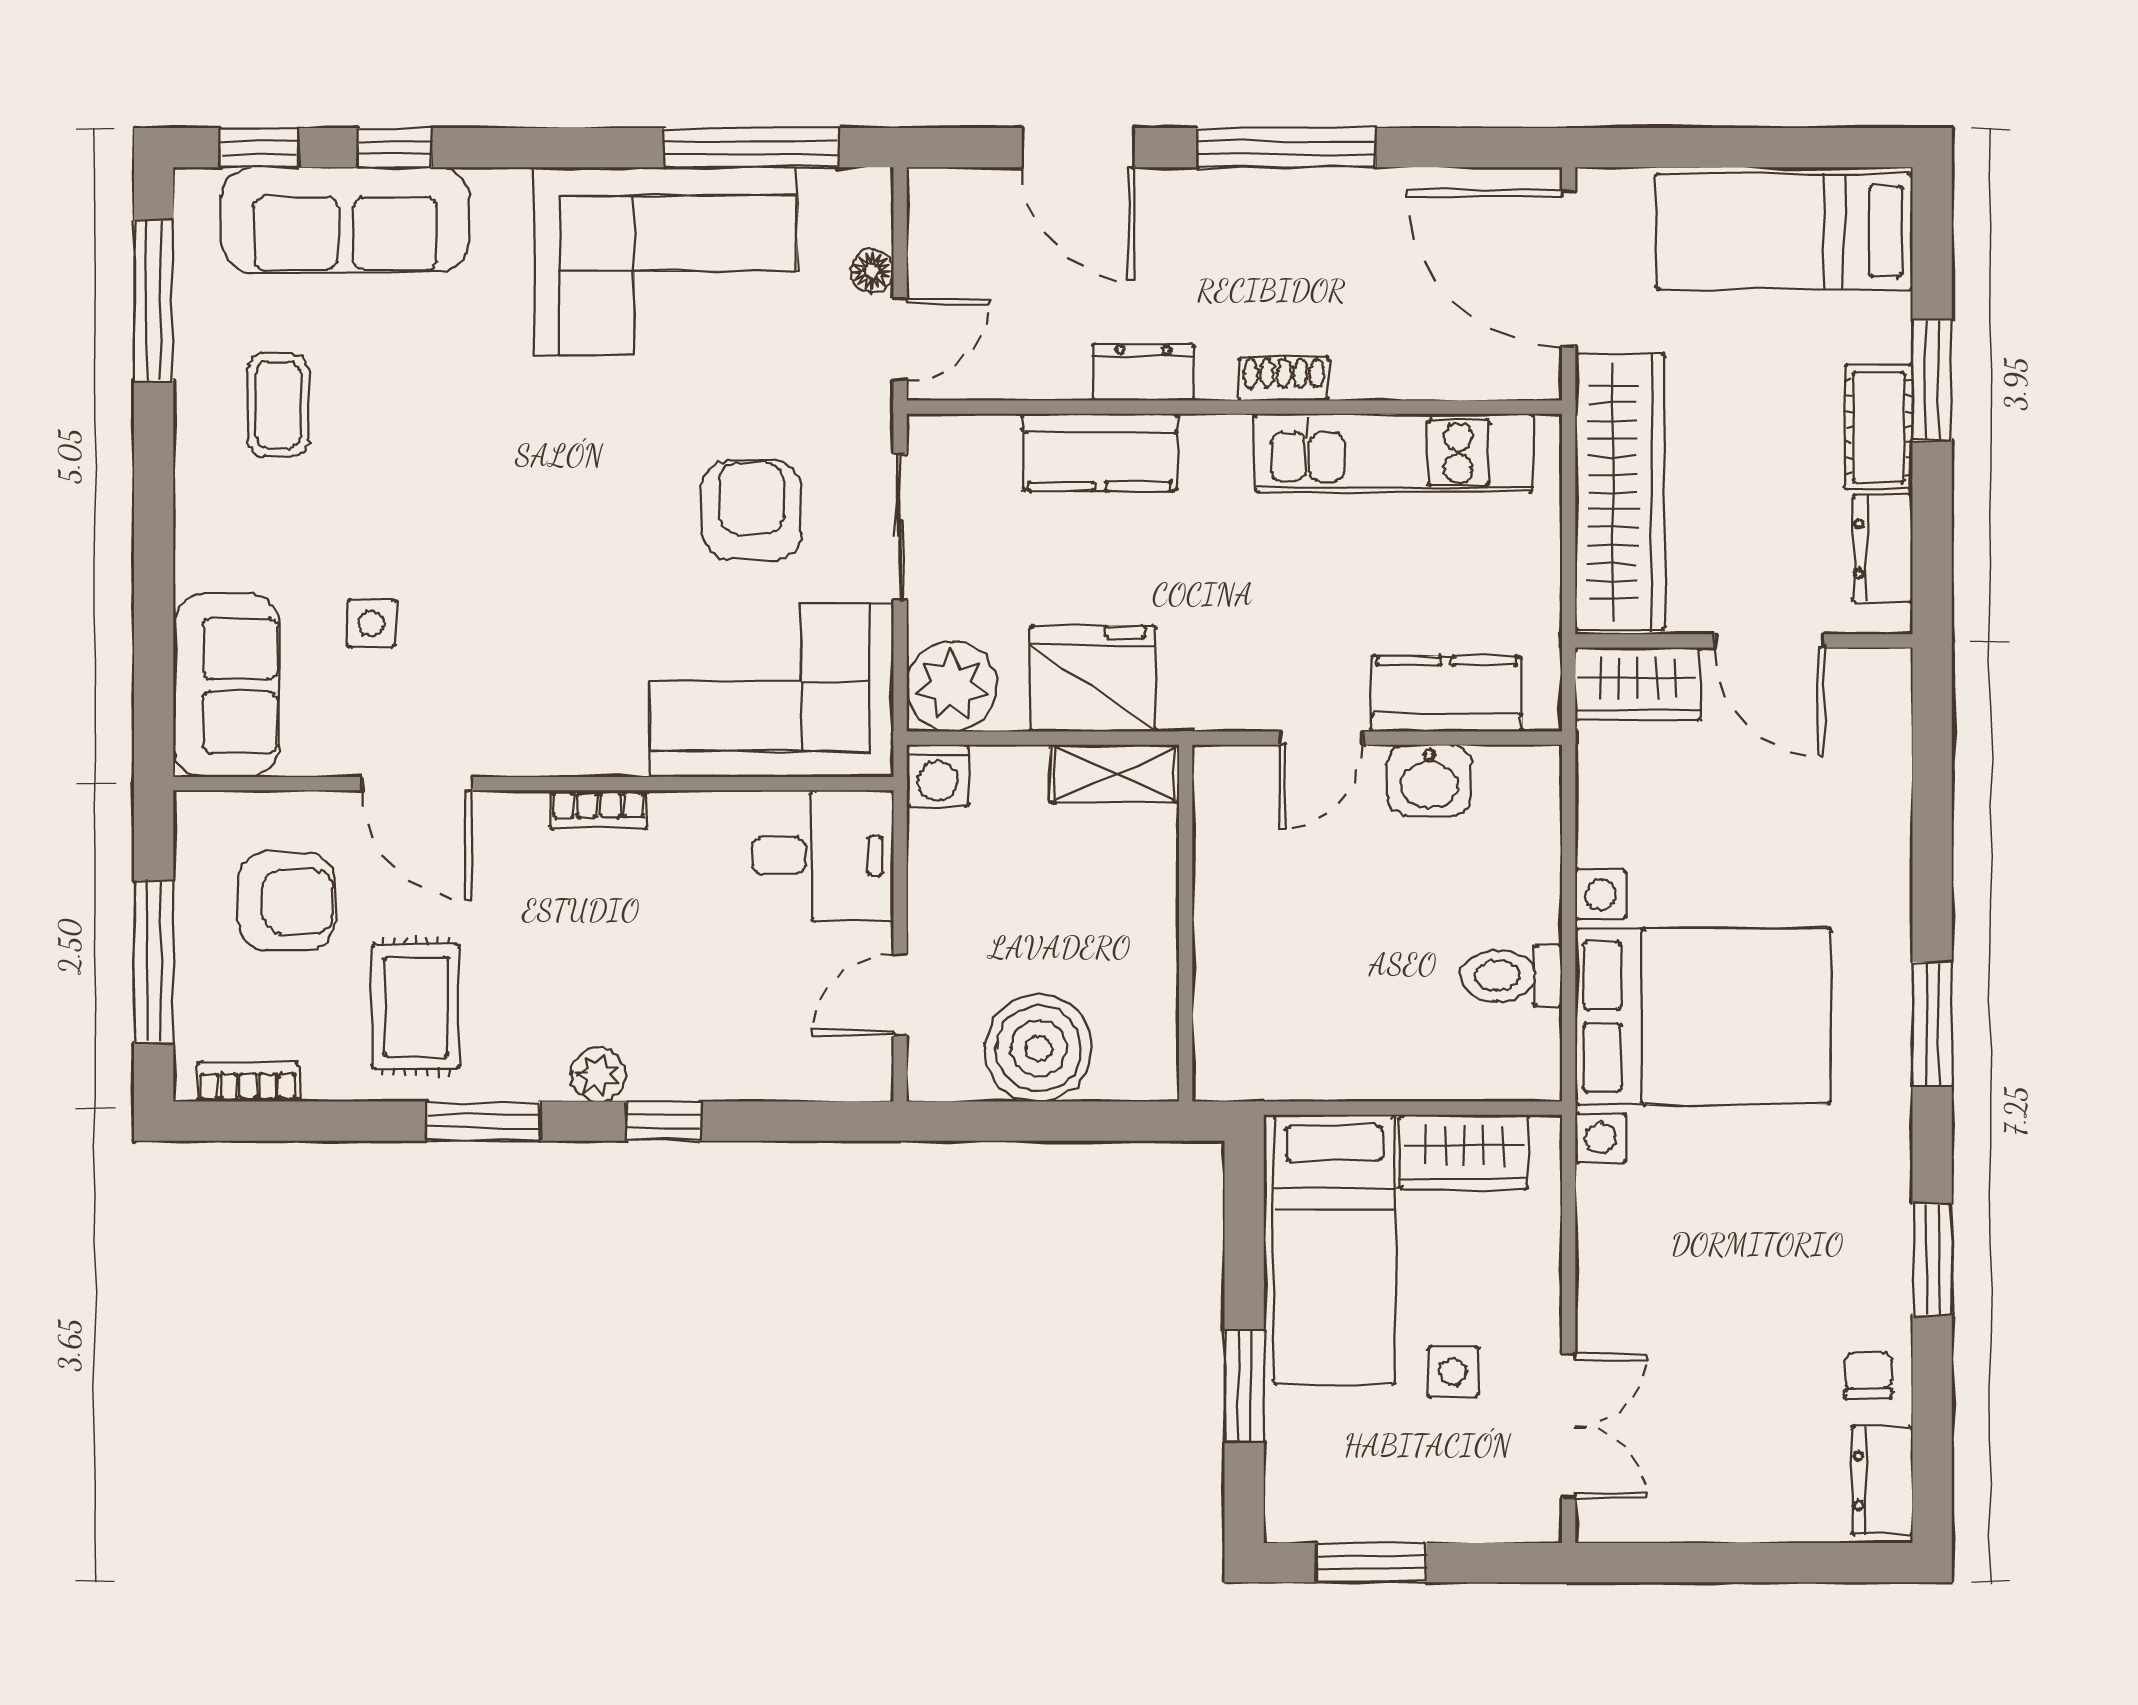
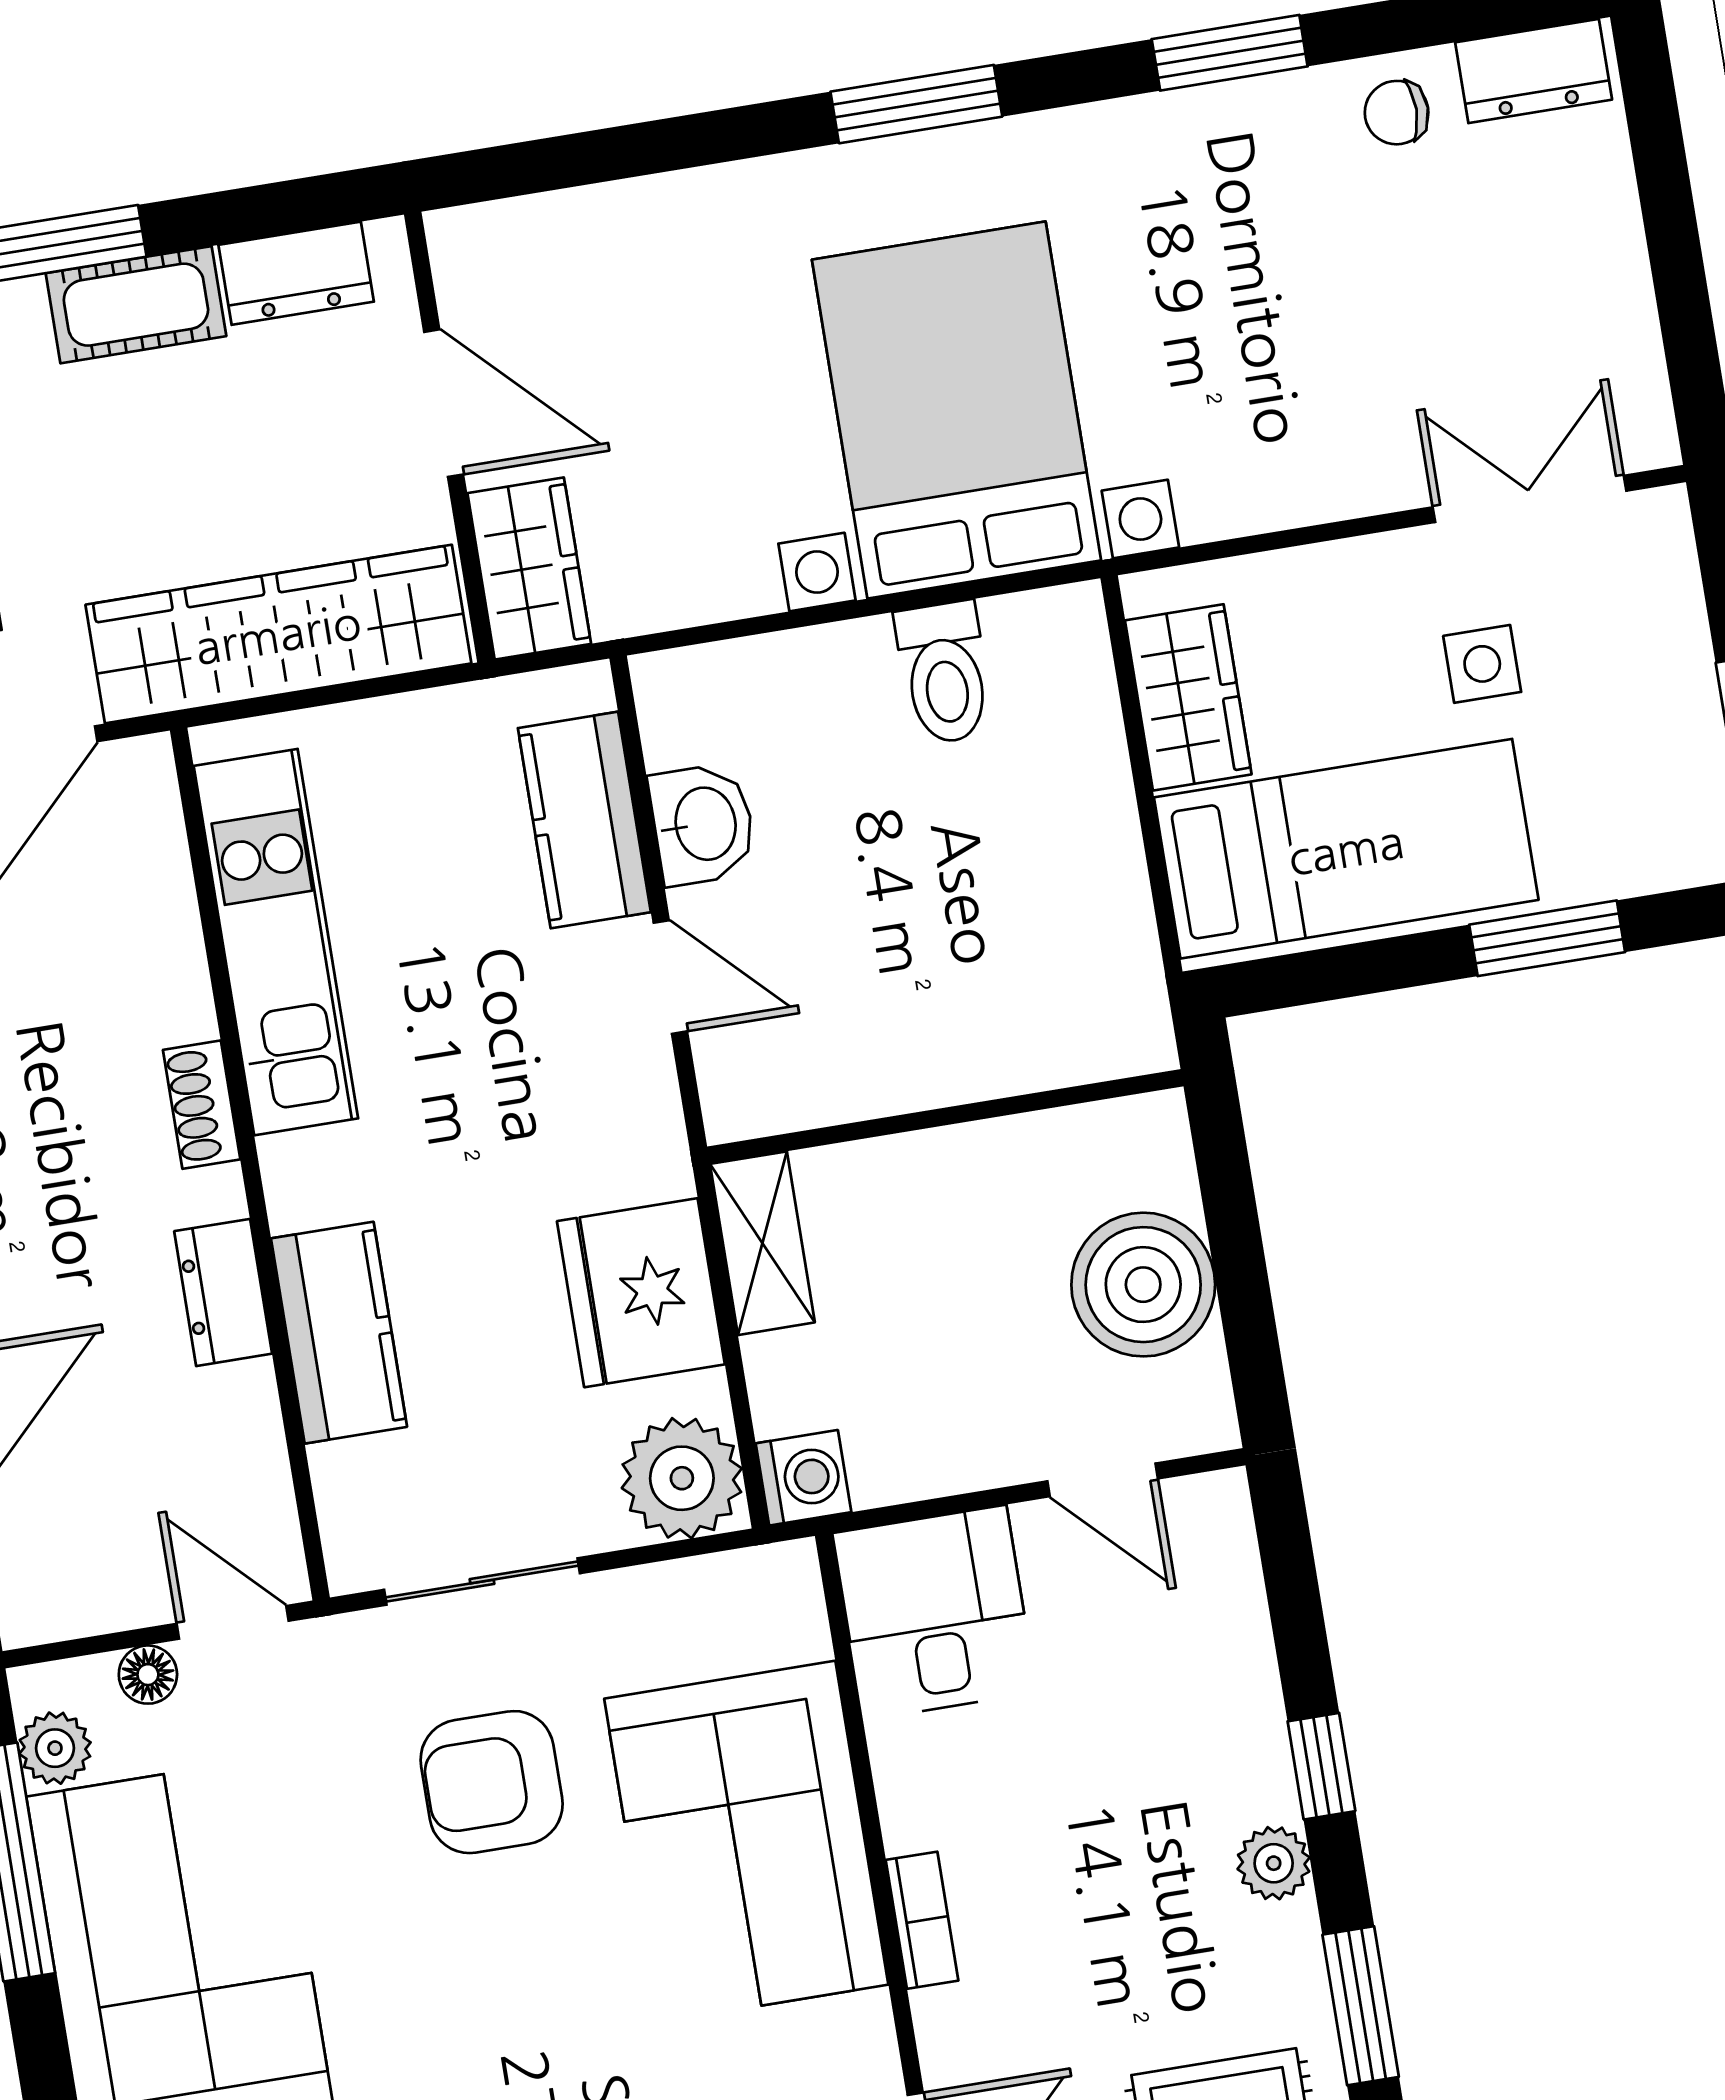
plant: (829, 194) -> (55, 1748), added
door: (1769, 641) -> (444, 403), hinge flipped
corner sofa: (772, 690) -> (746, 1842), moved

